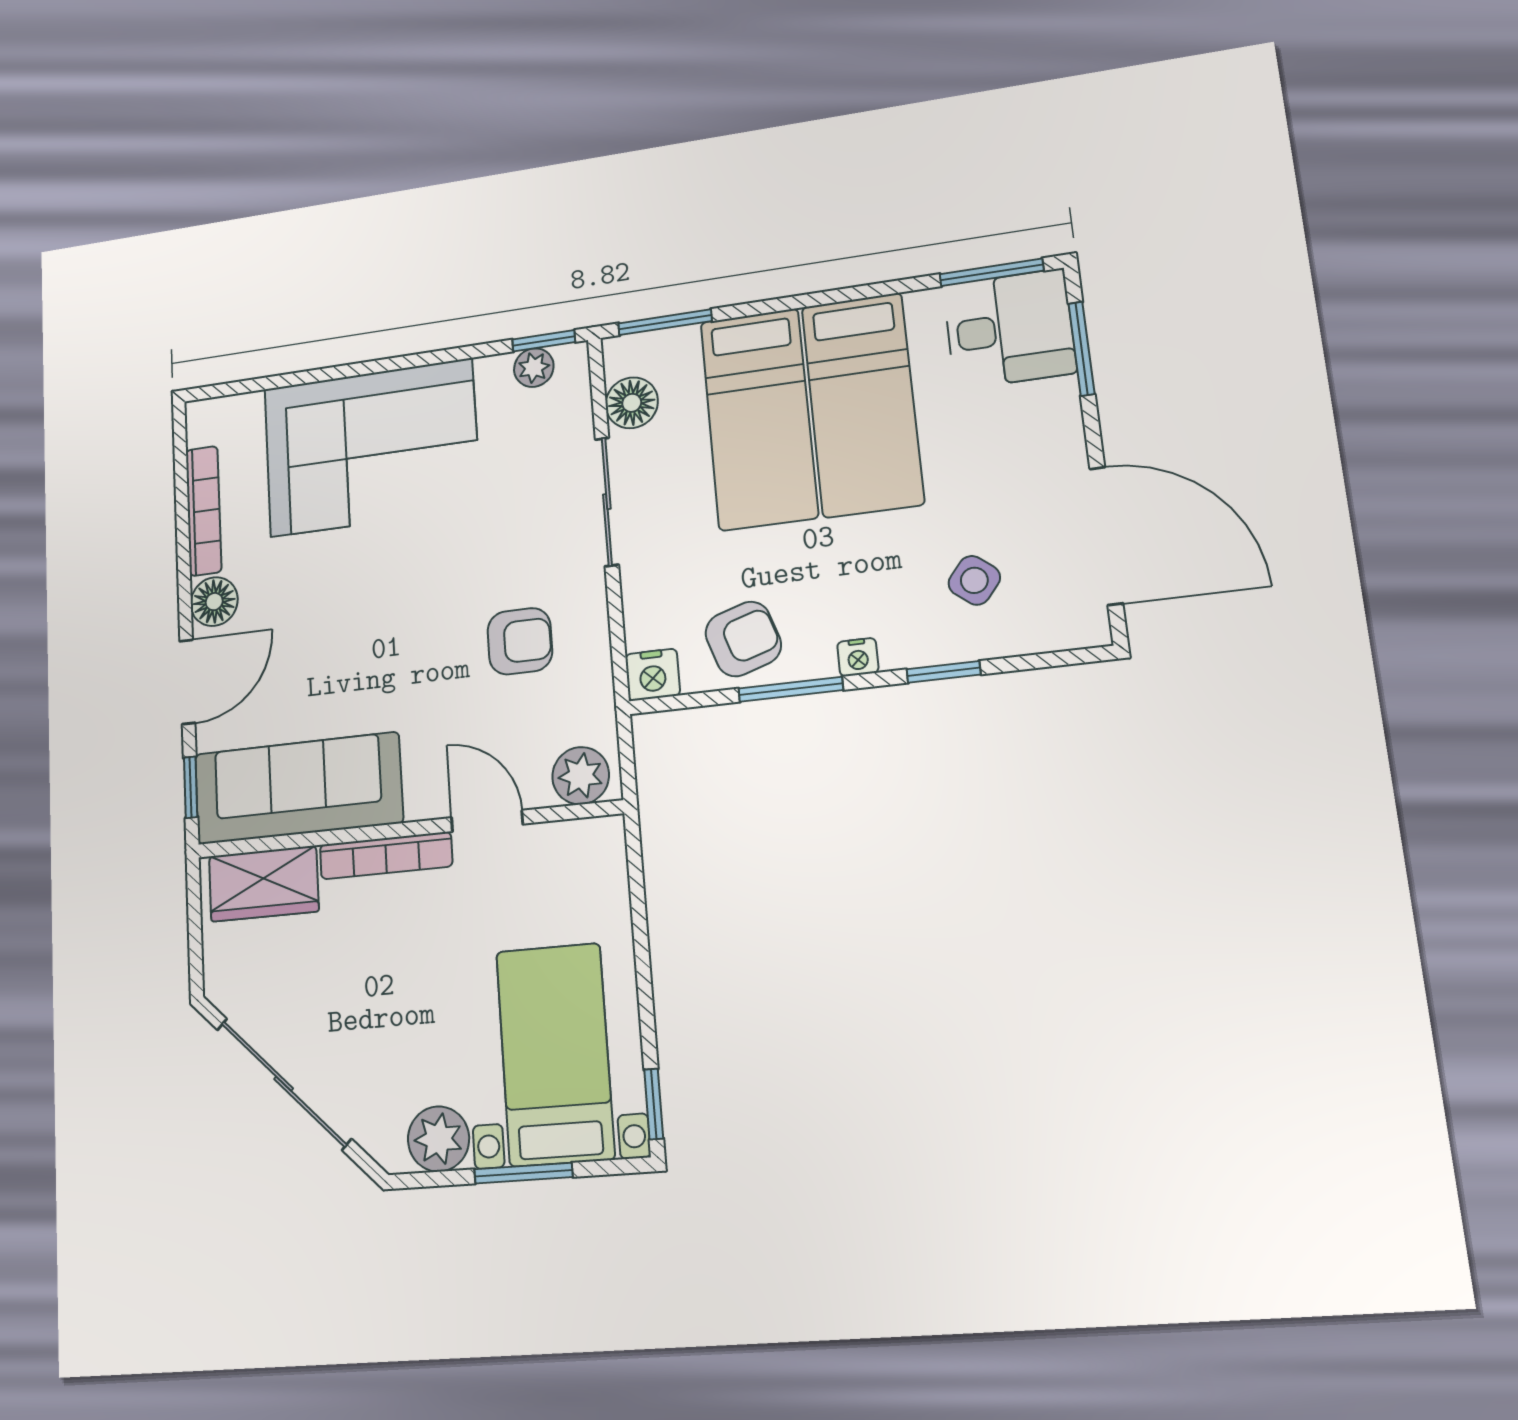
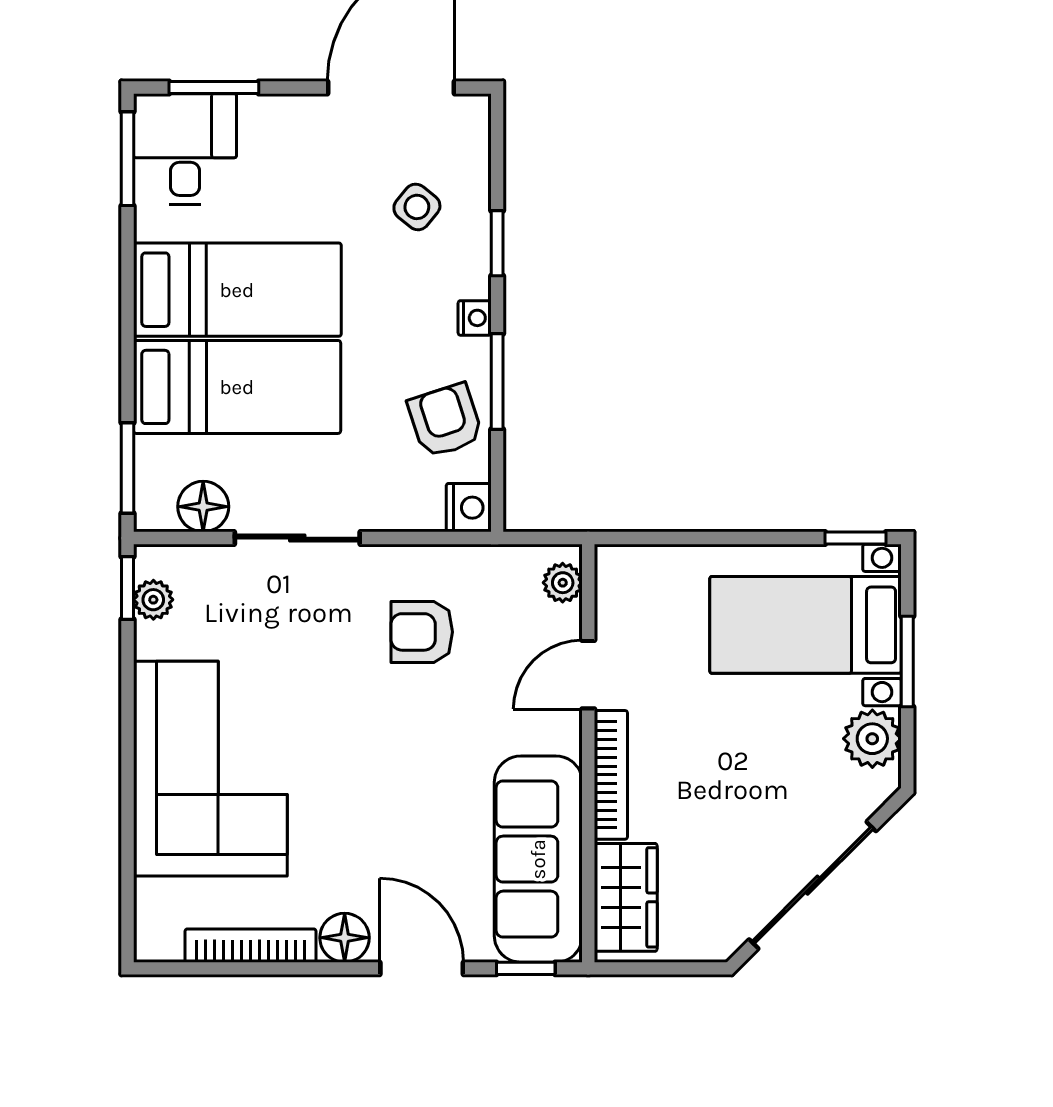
armchair: (520, 641) -> (422, 632), turned -90
plant: (581, 776) -> (563, 583), width x0.73, depth x0.73

